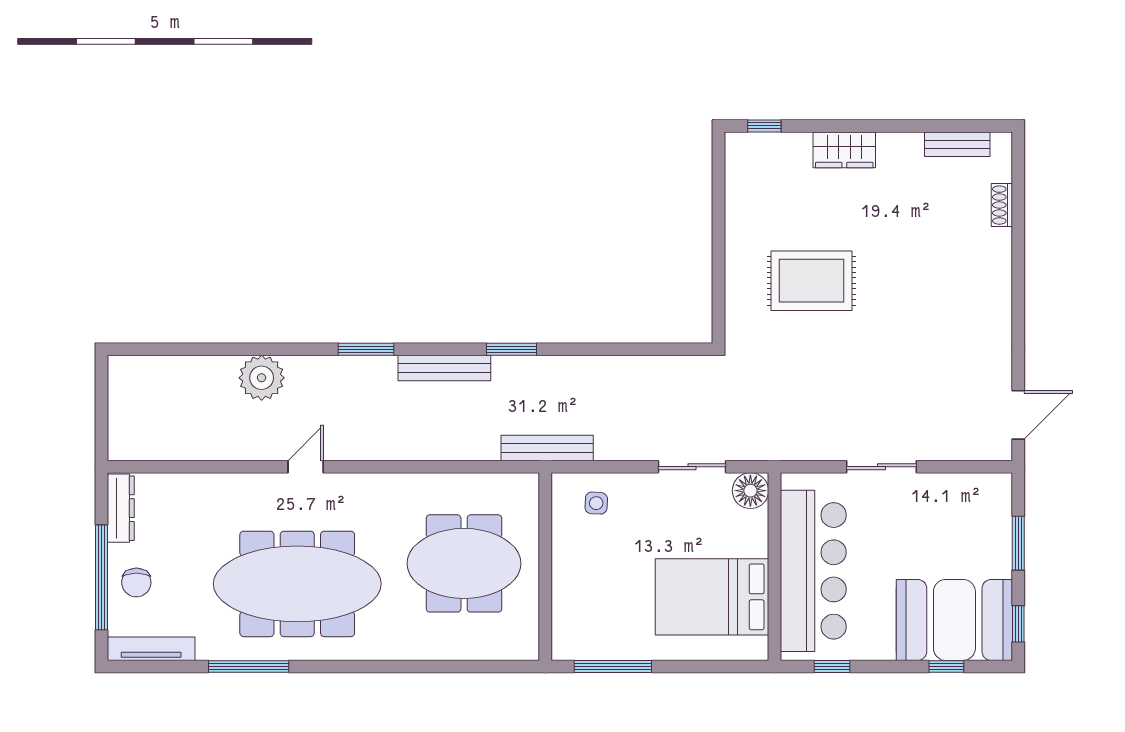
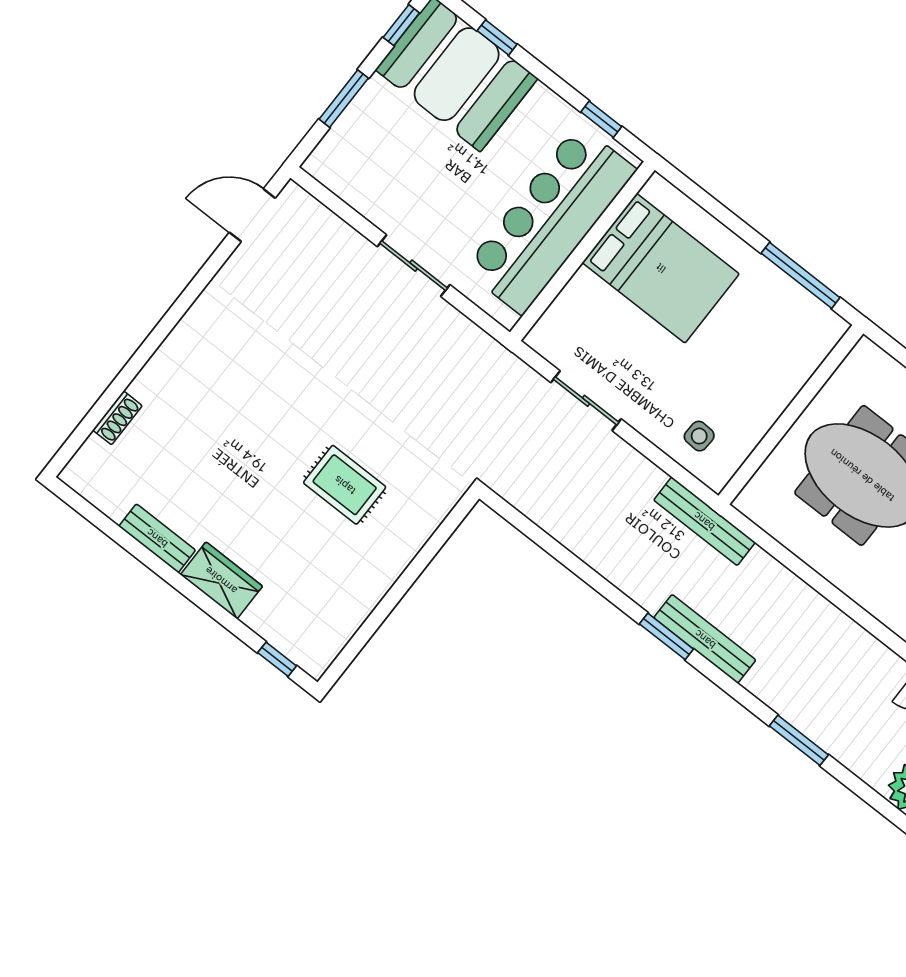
bench: (957, 144) -> (157, 538), moved
rug: (811, 281) -> (345, 485), width x0.73, depth x0.70
bench: (444, 368) -> (705, 639), moved
floor lamp: (750, 491) -> (550, 337), removed

